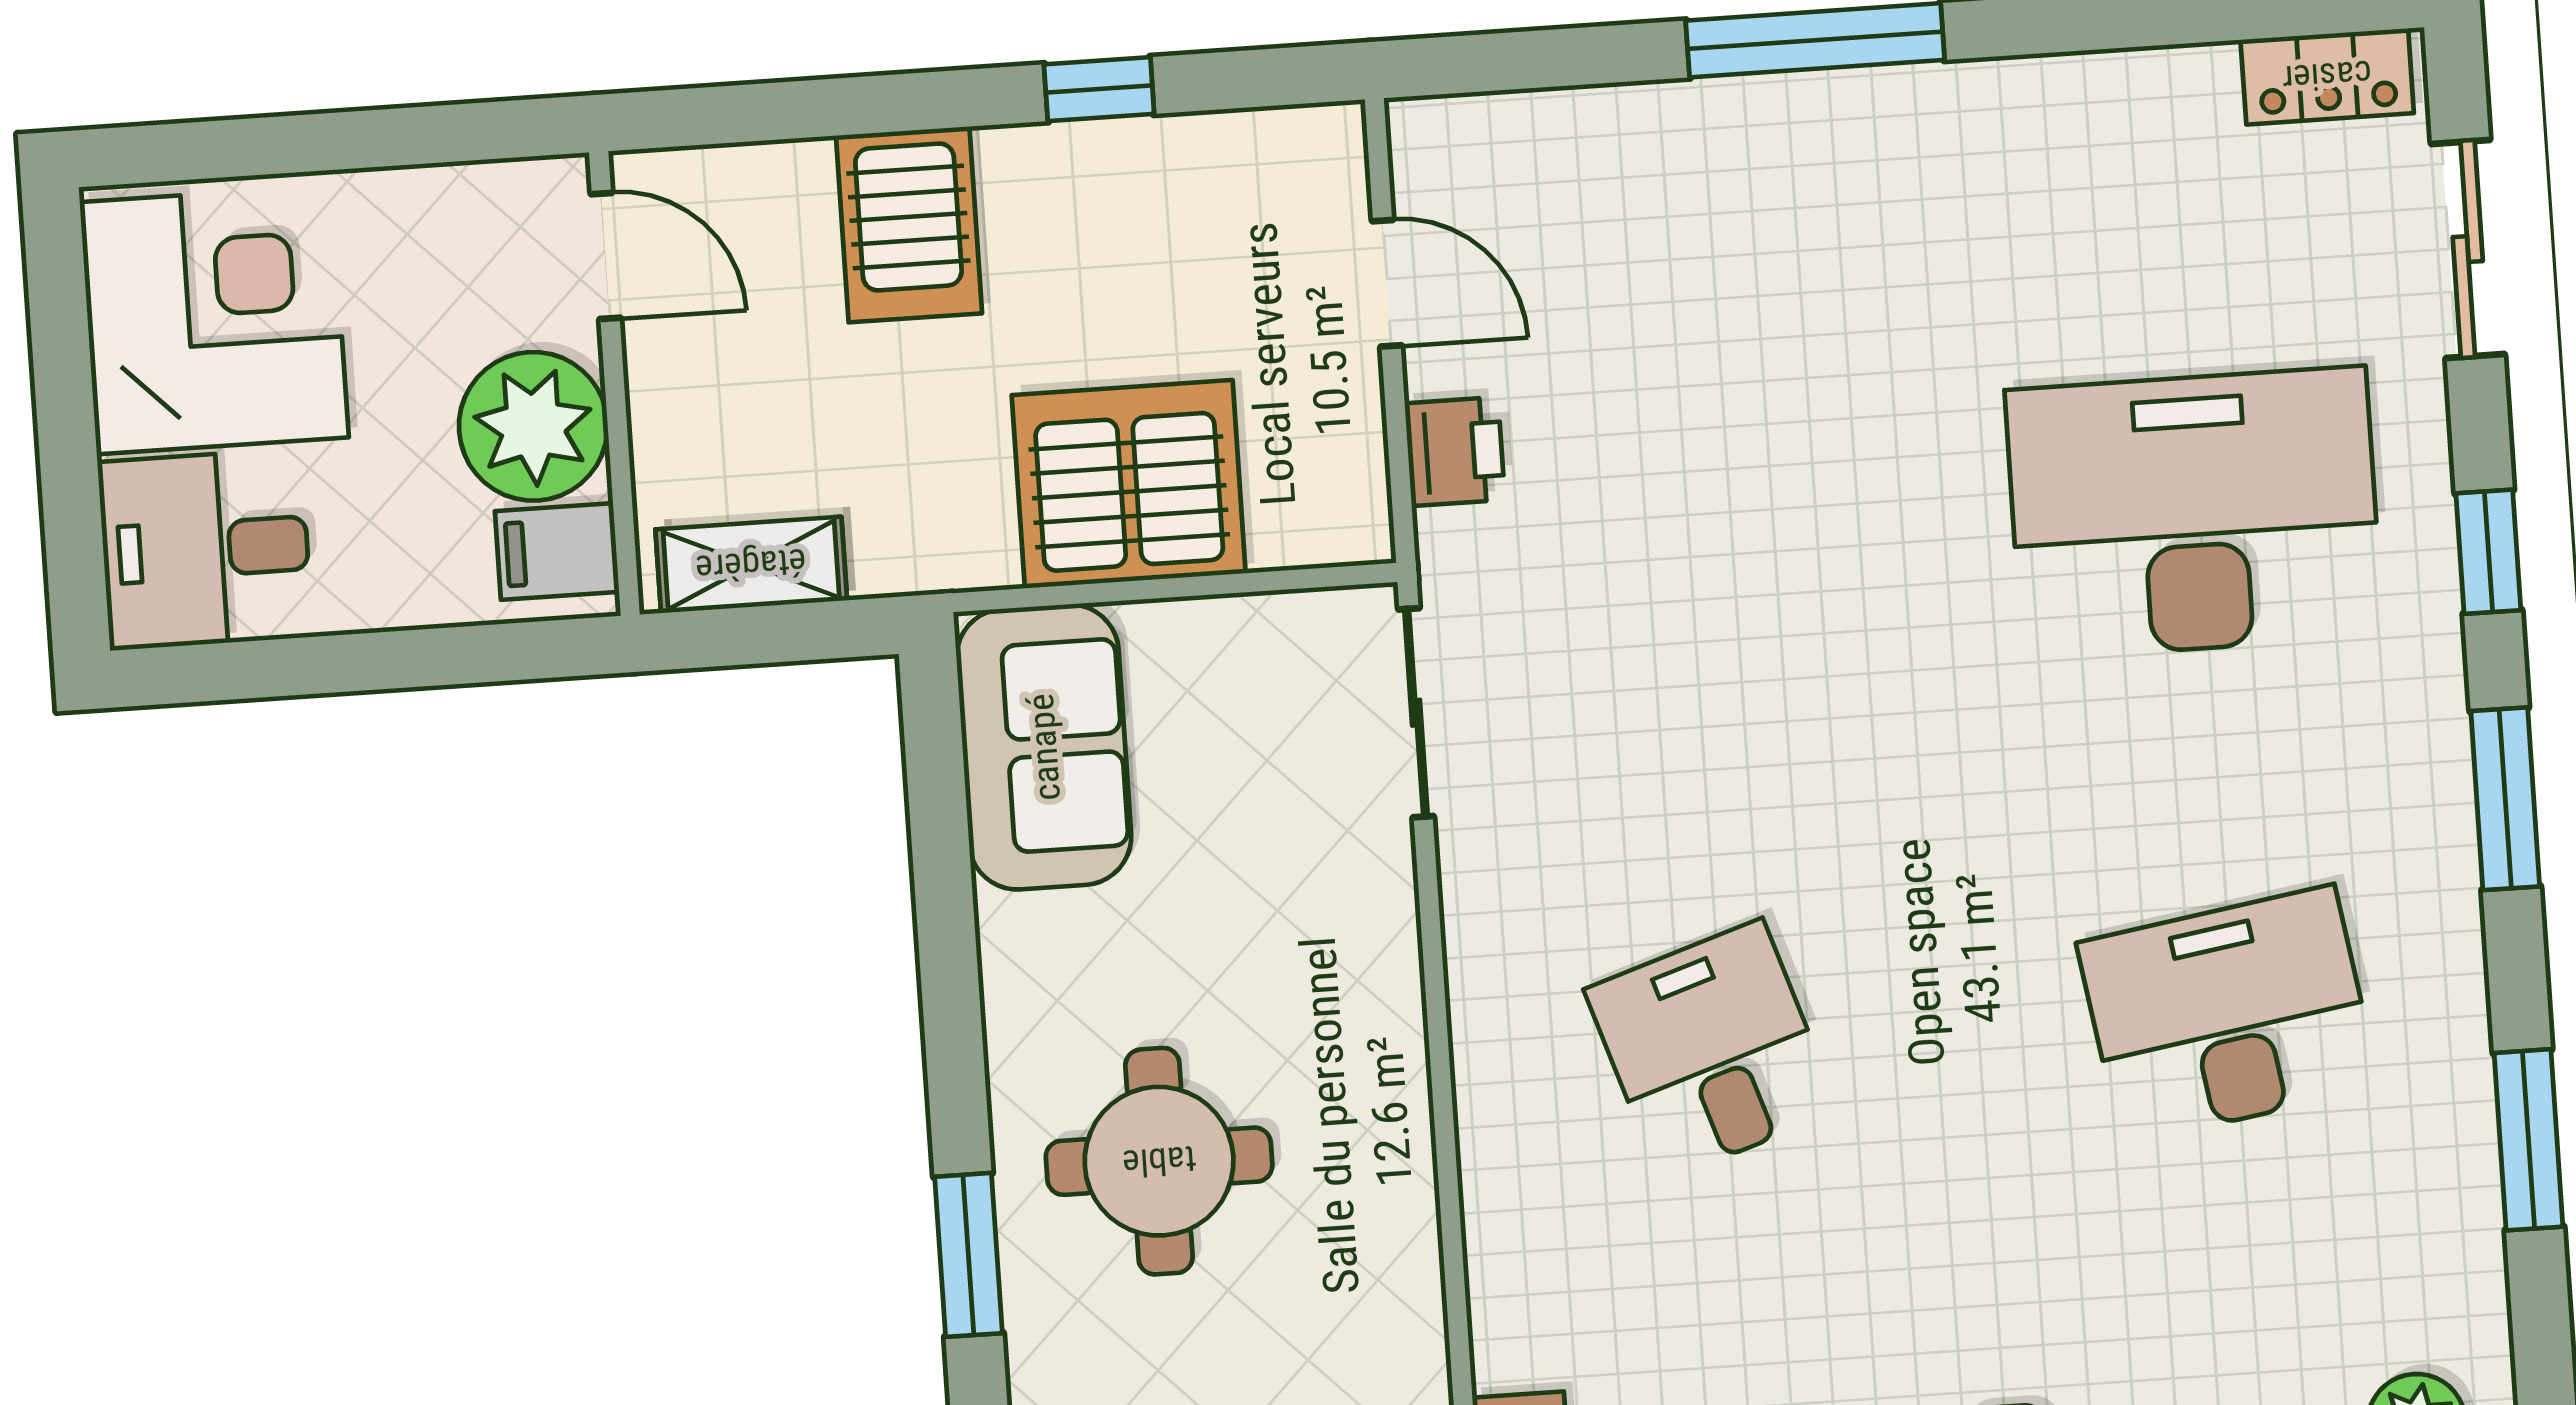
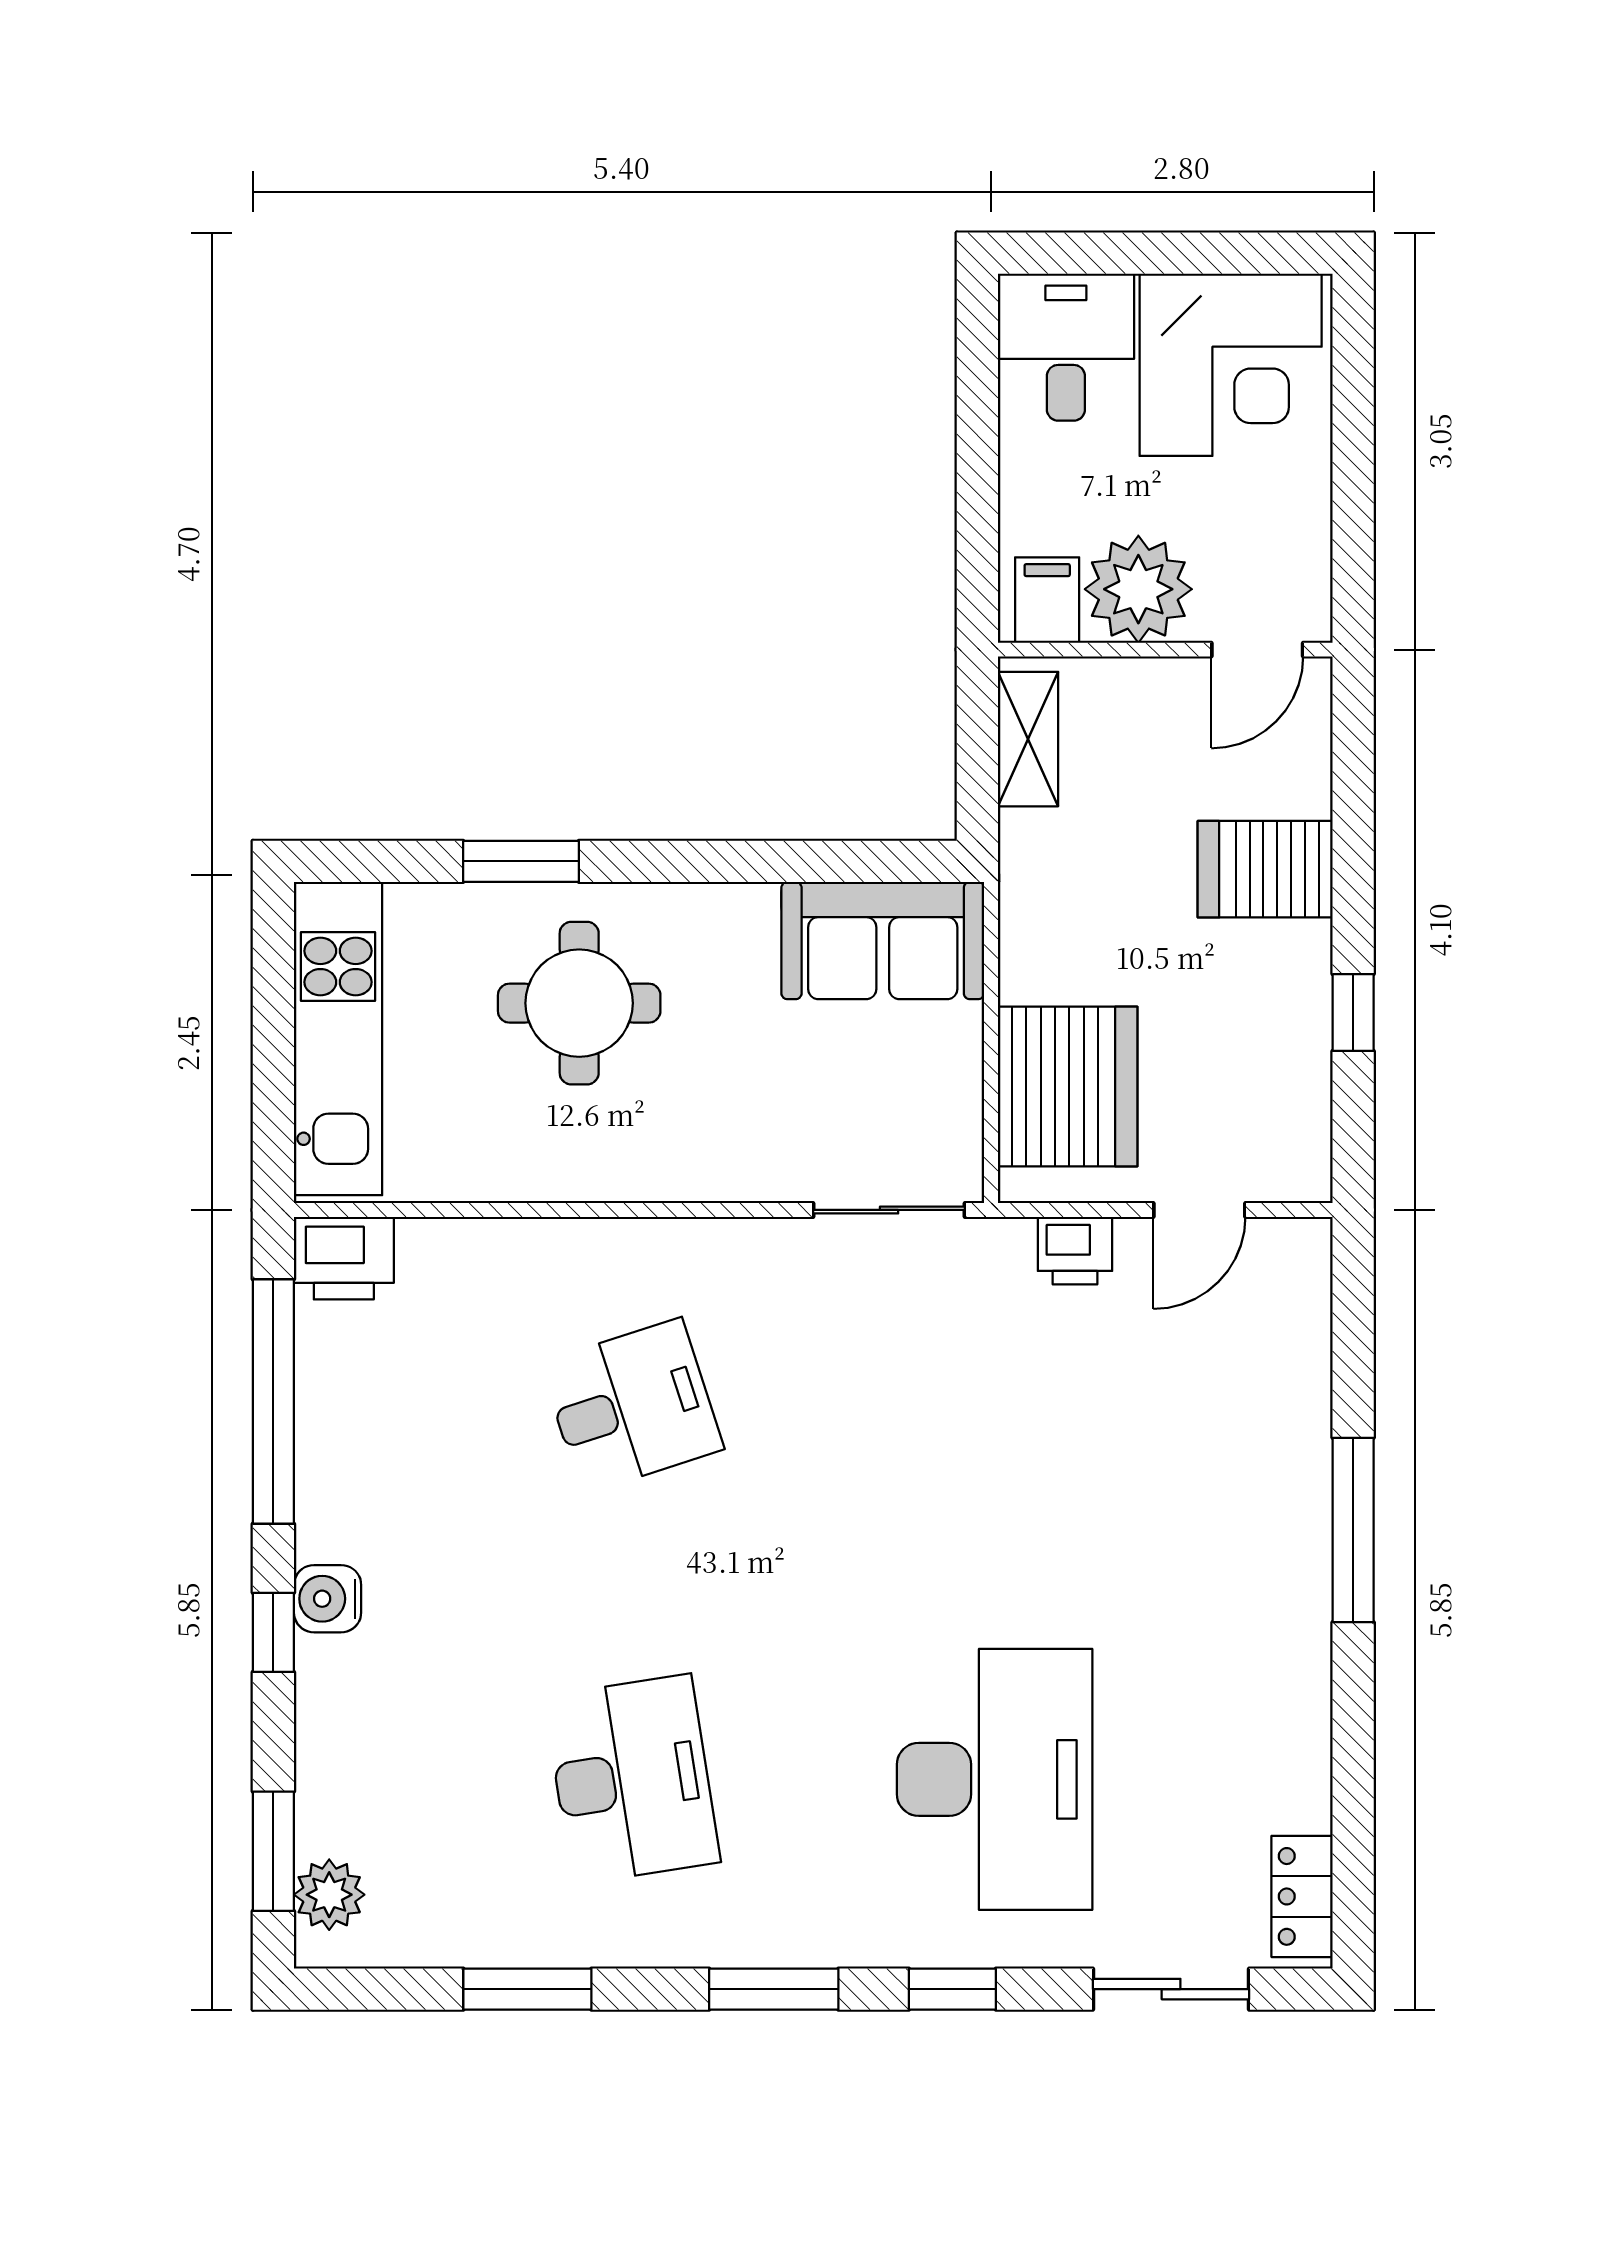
server rack: (1129, 484) -> (1068, 1086), moved

